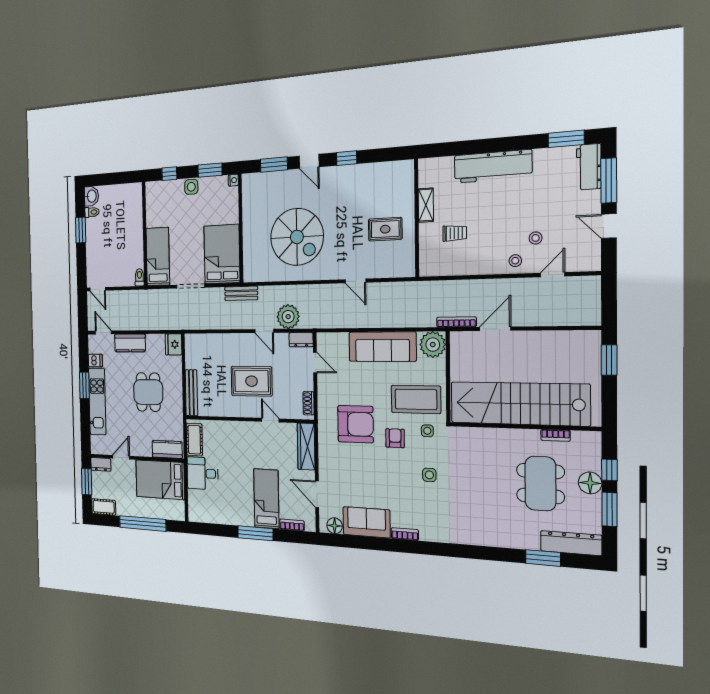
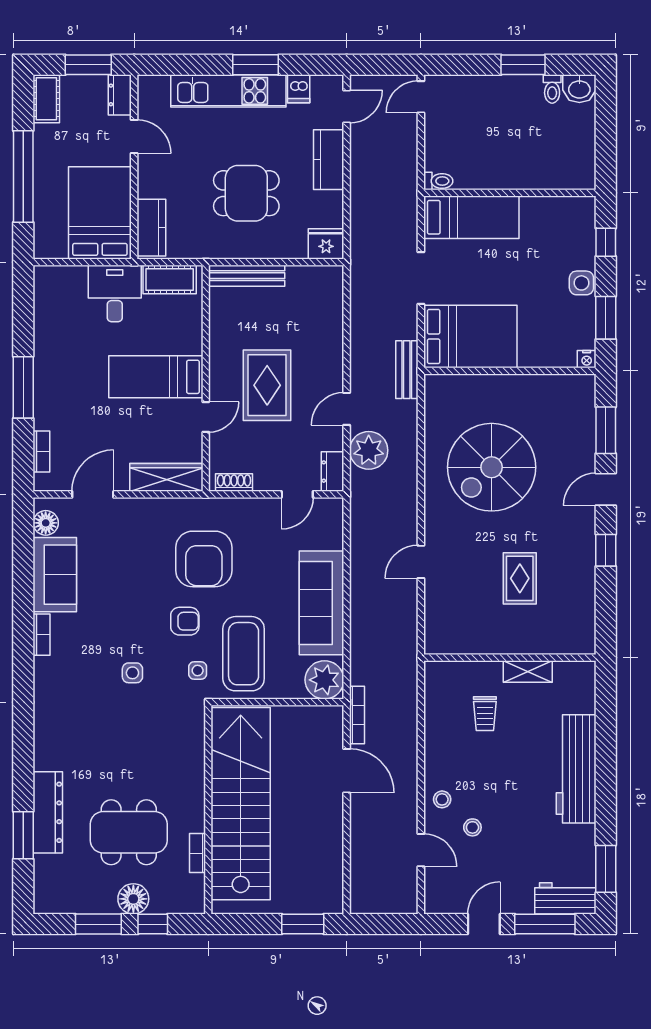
rug: (385, 229) -> (520, 578), moved
bed: (266, 499) -> (156, 377), moved, turned 180
dresser: (571, 543) -> (48, 812), moved

